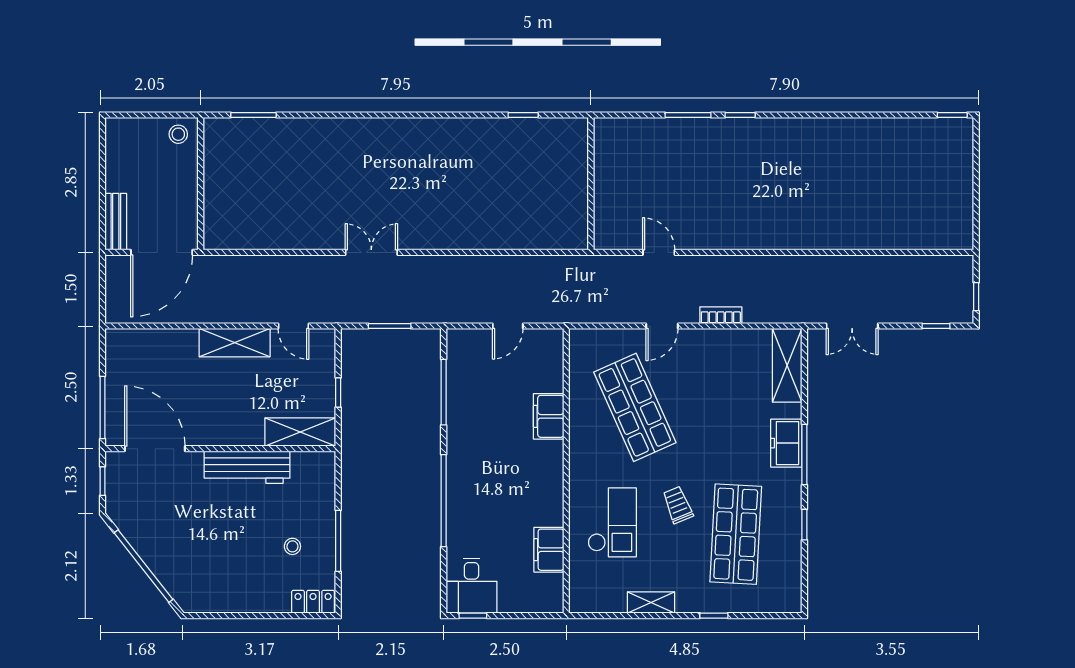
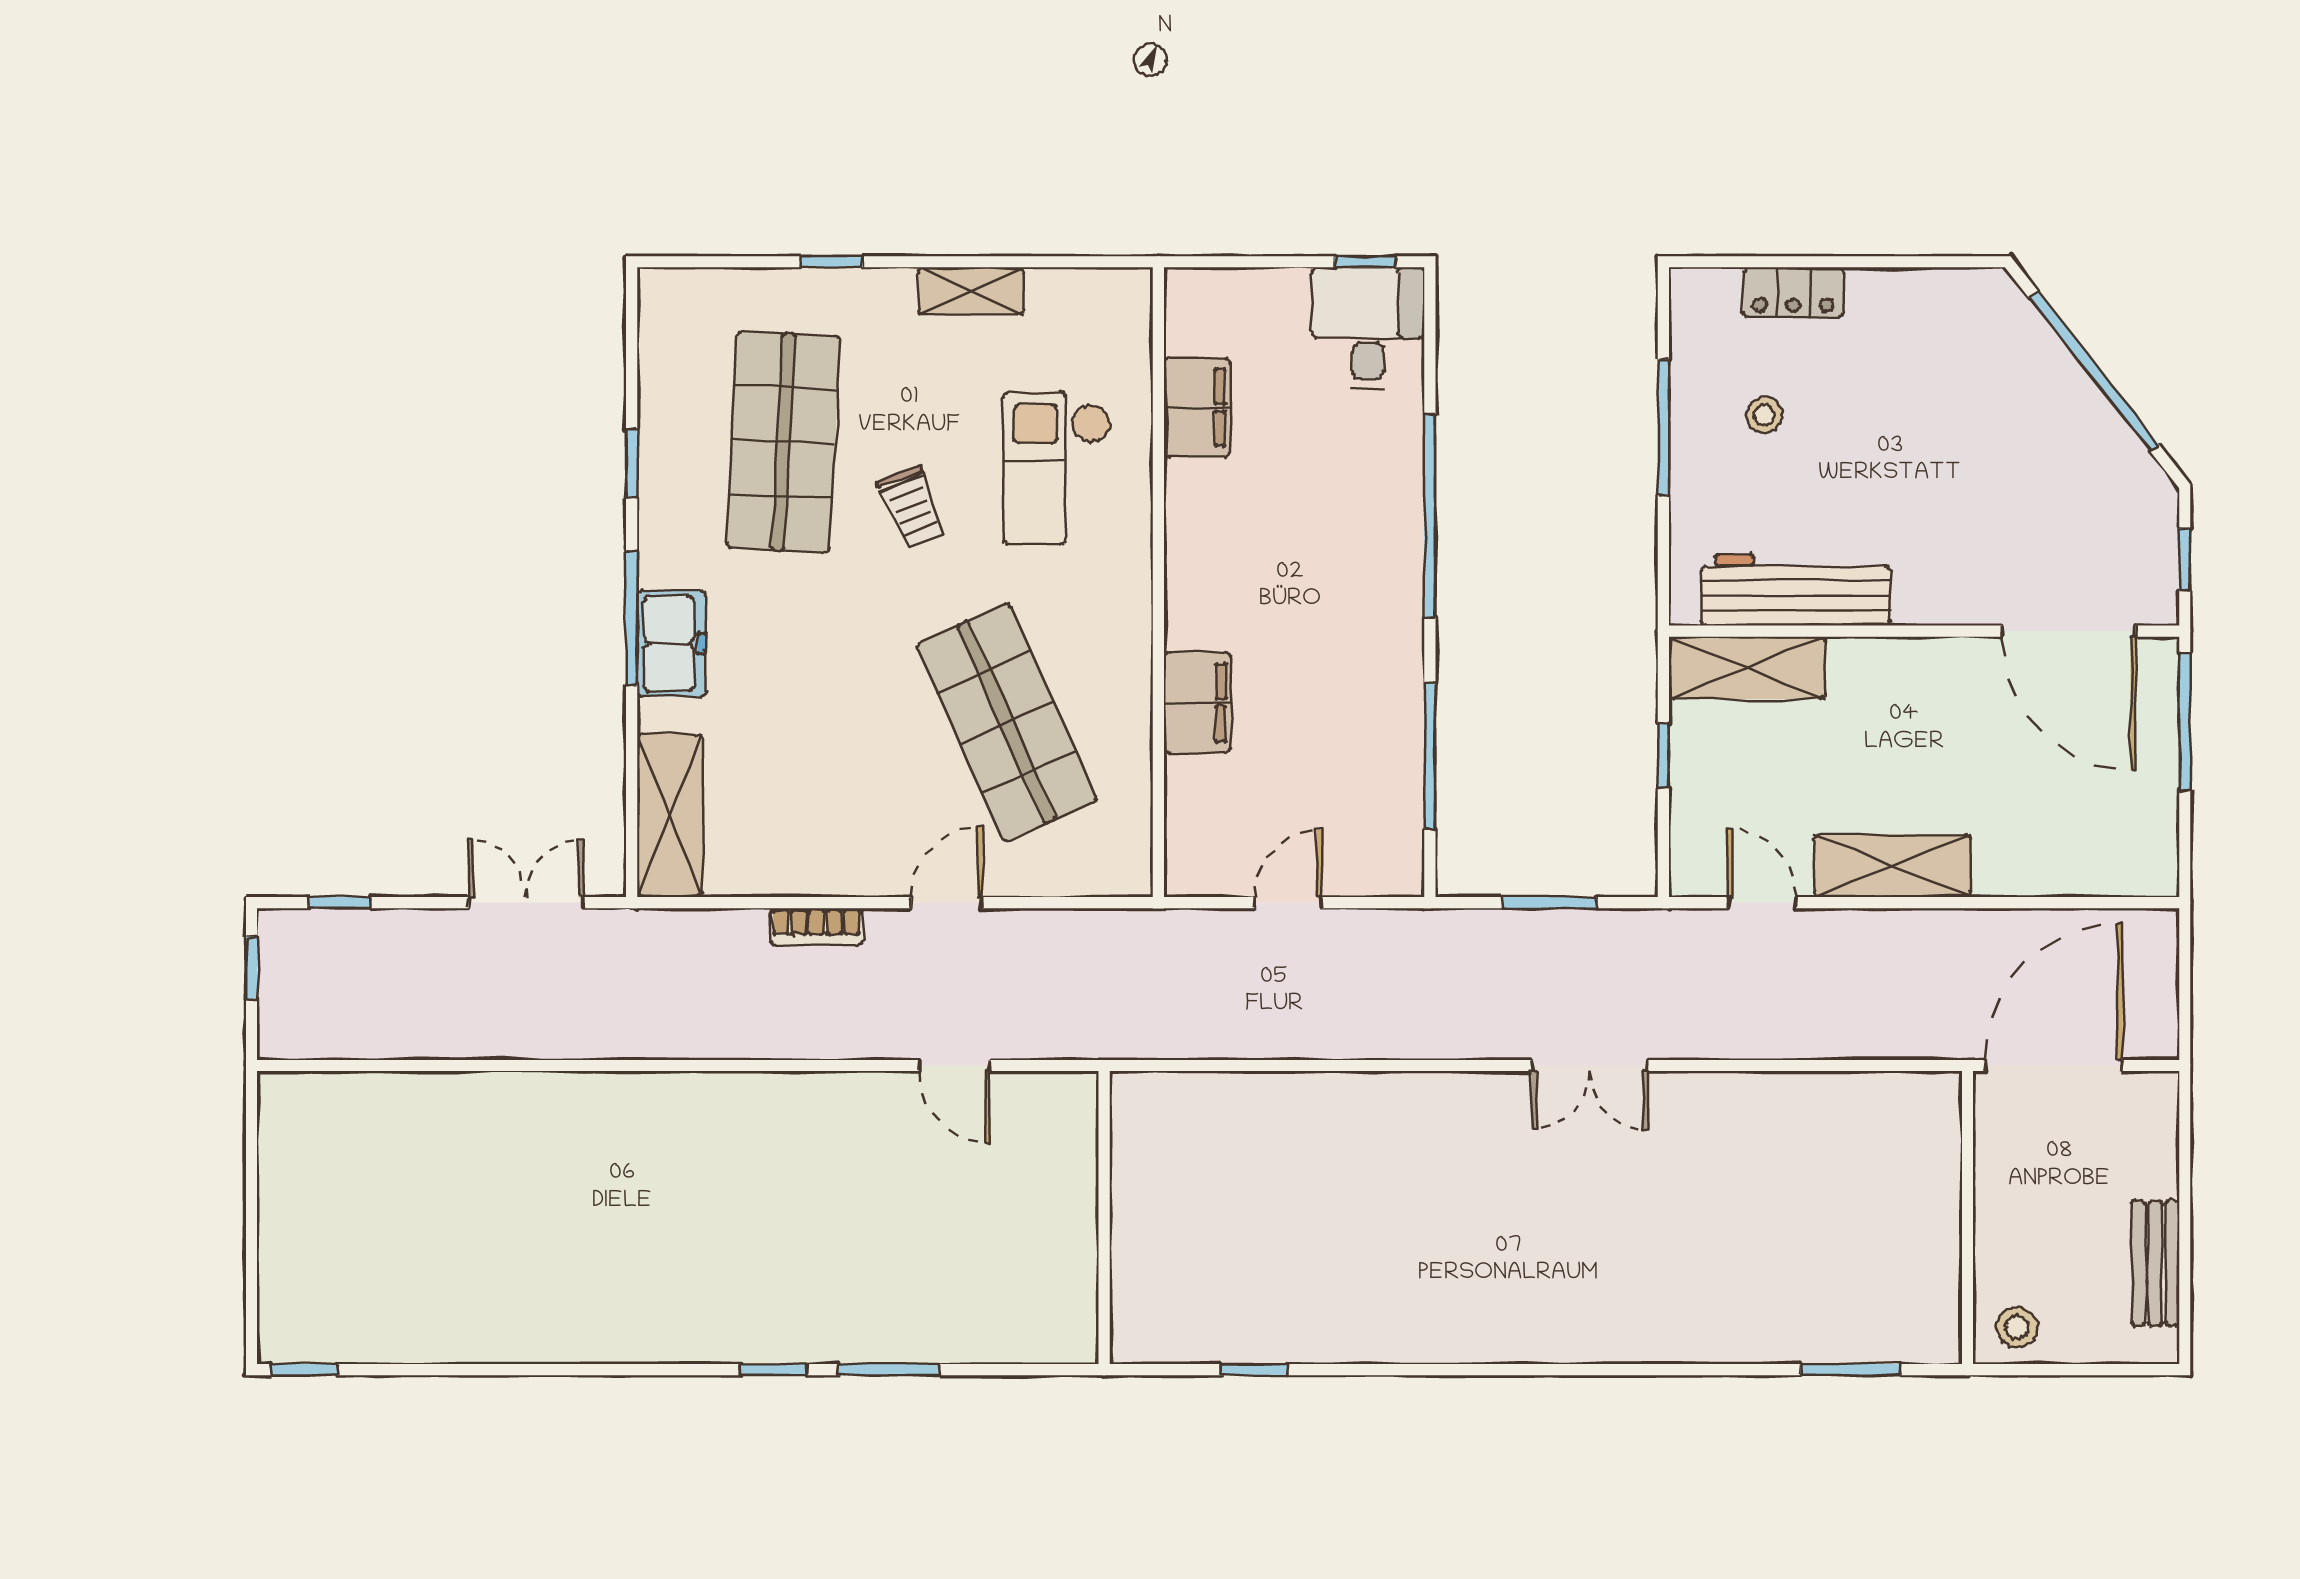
bench: (116, 222) -> (2155, 1263), moved
workbench: (247, 467) -> (1796, 590), moved
locker: (313, 602) -> (1793, 292), moved

